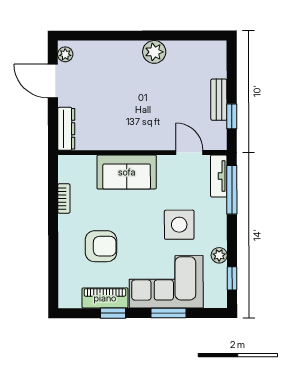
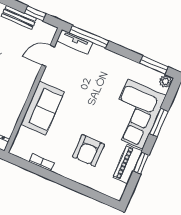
side table: (179, 225) -> (98, 86), removed
armchair: (101, 246) -> (88, 150), turned 180
plant: (219, 255) -> (166, 81), moved
window: (232, 278) -> (154, 65), width x1.50

